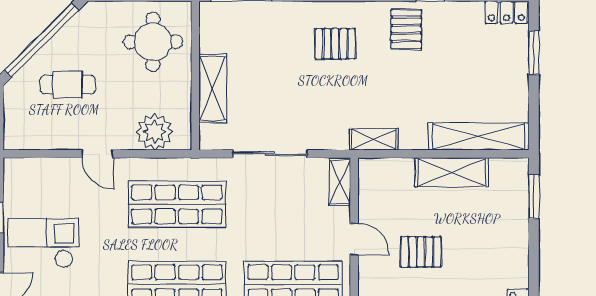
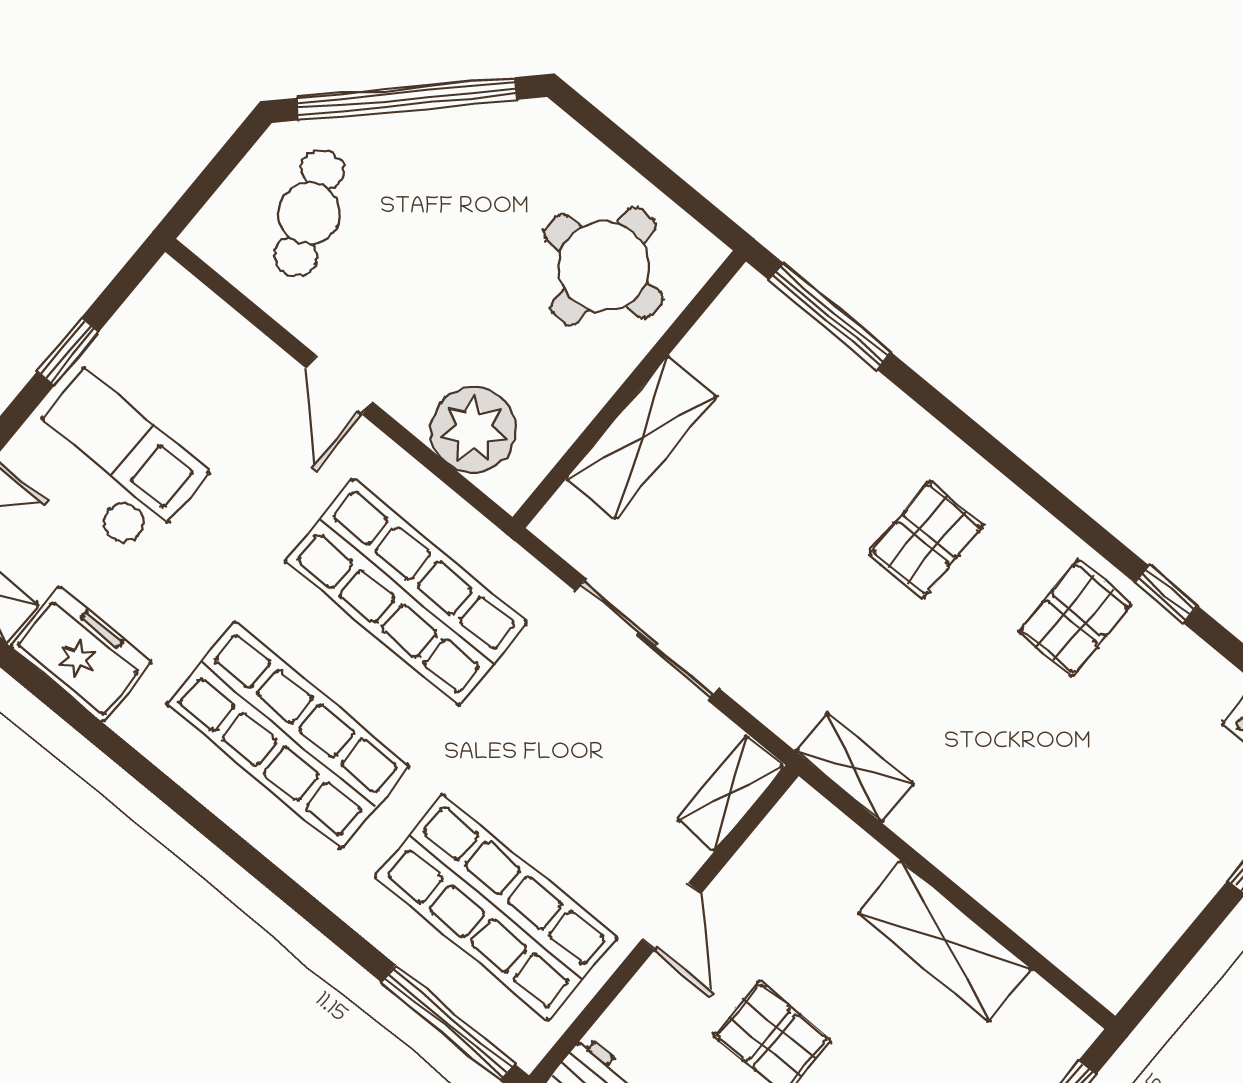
pallet: (335, 44) -> (927, 540), turned 90
cafe table: (68, 85) -> (309, 213), moved, turned 68
shelving: (479, 136) -> (1046, 917), removed

